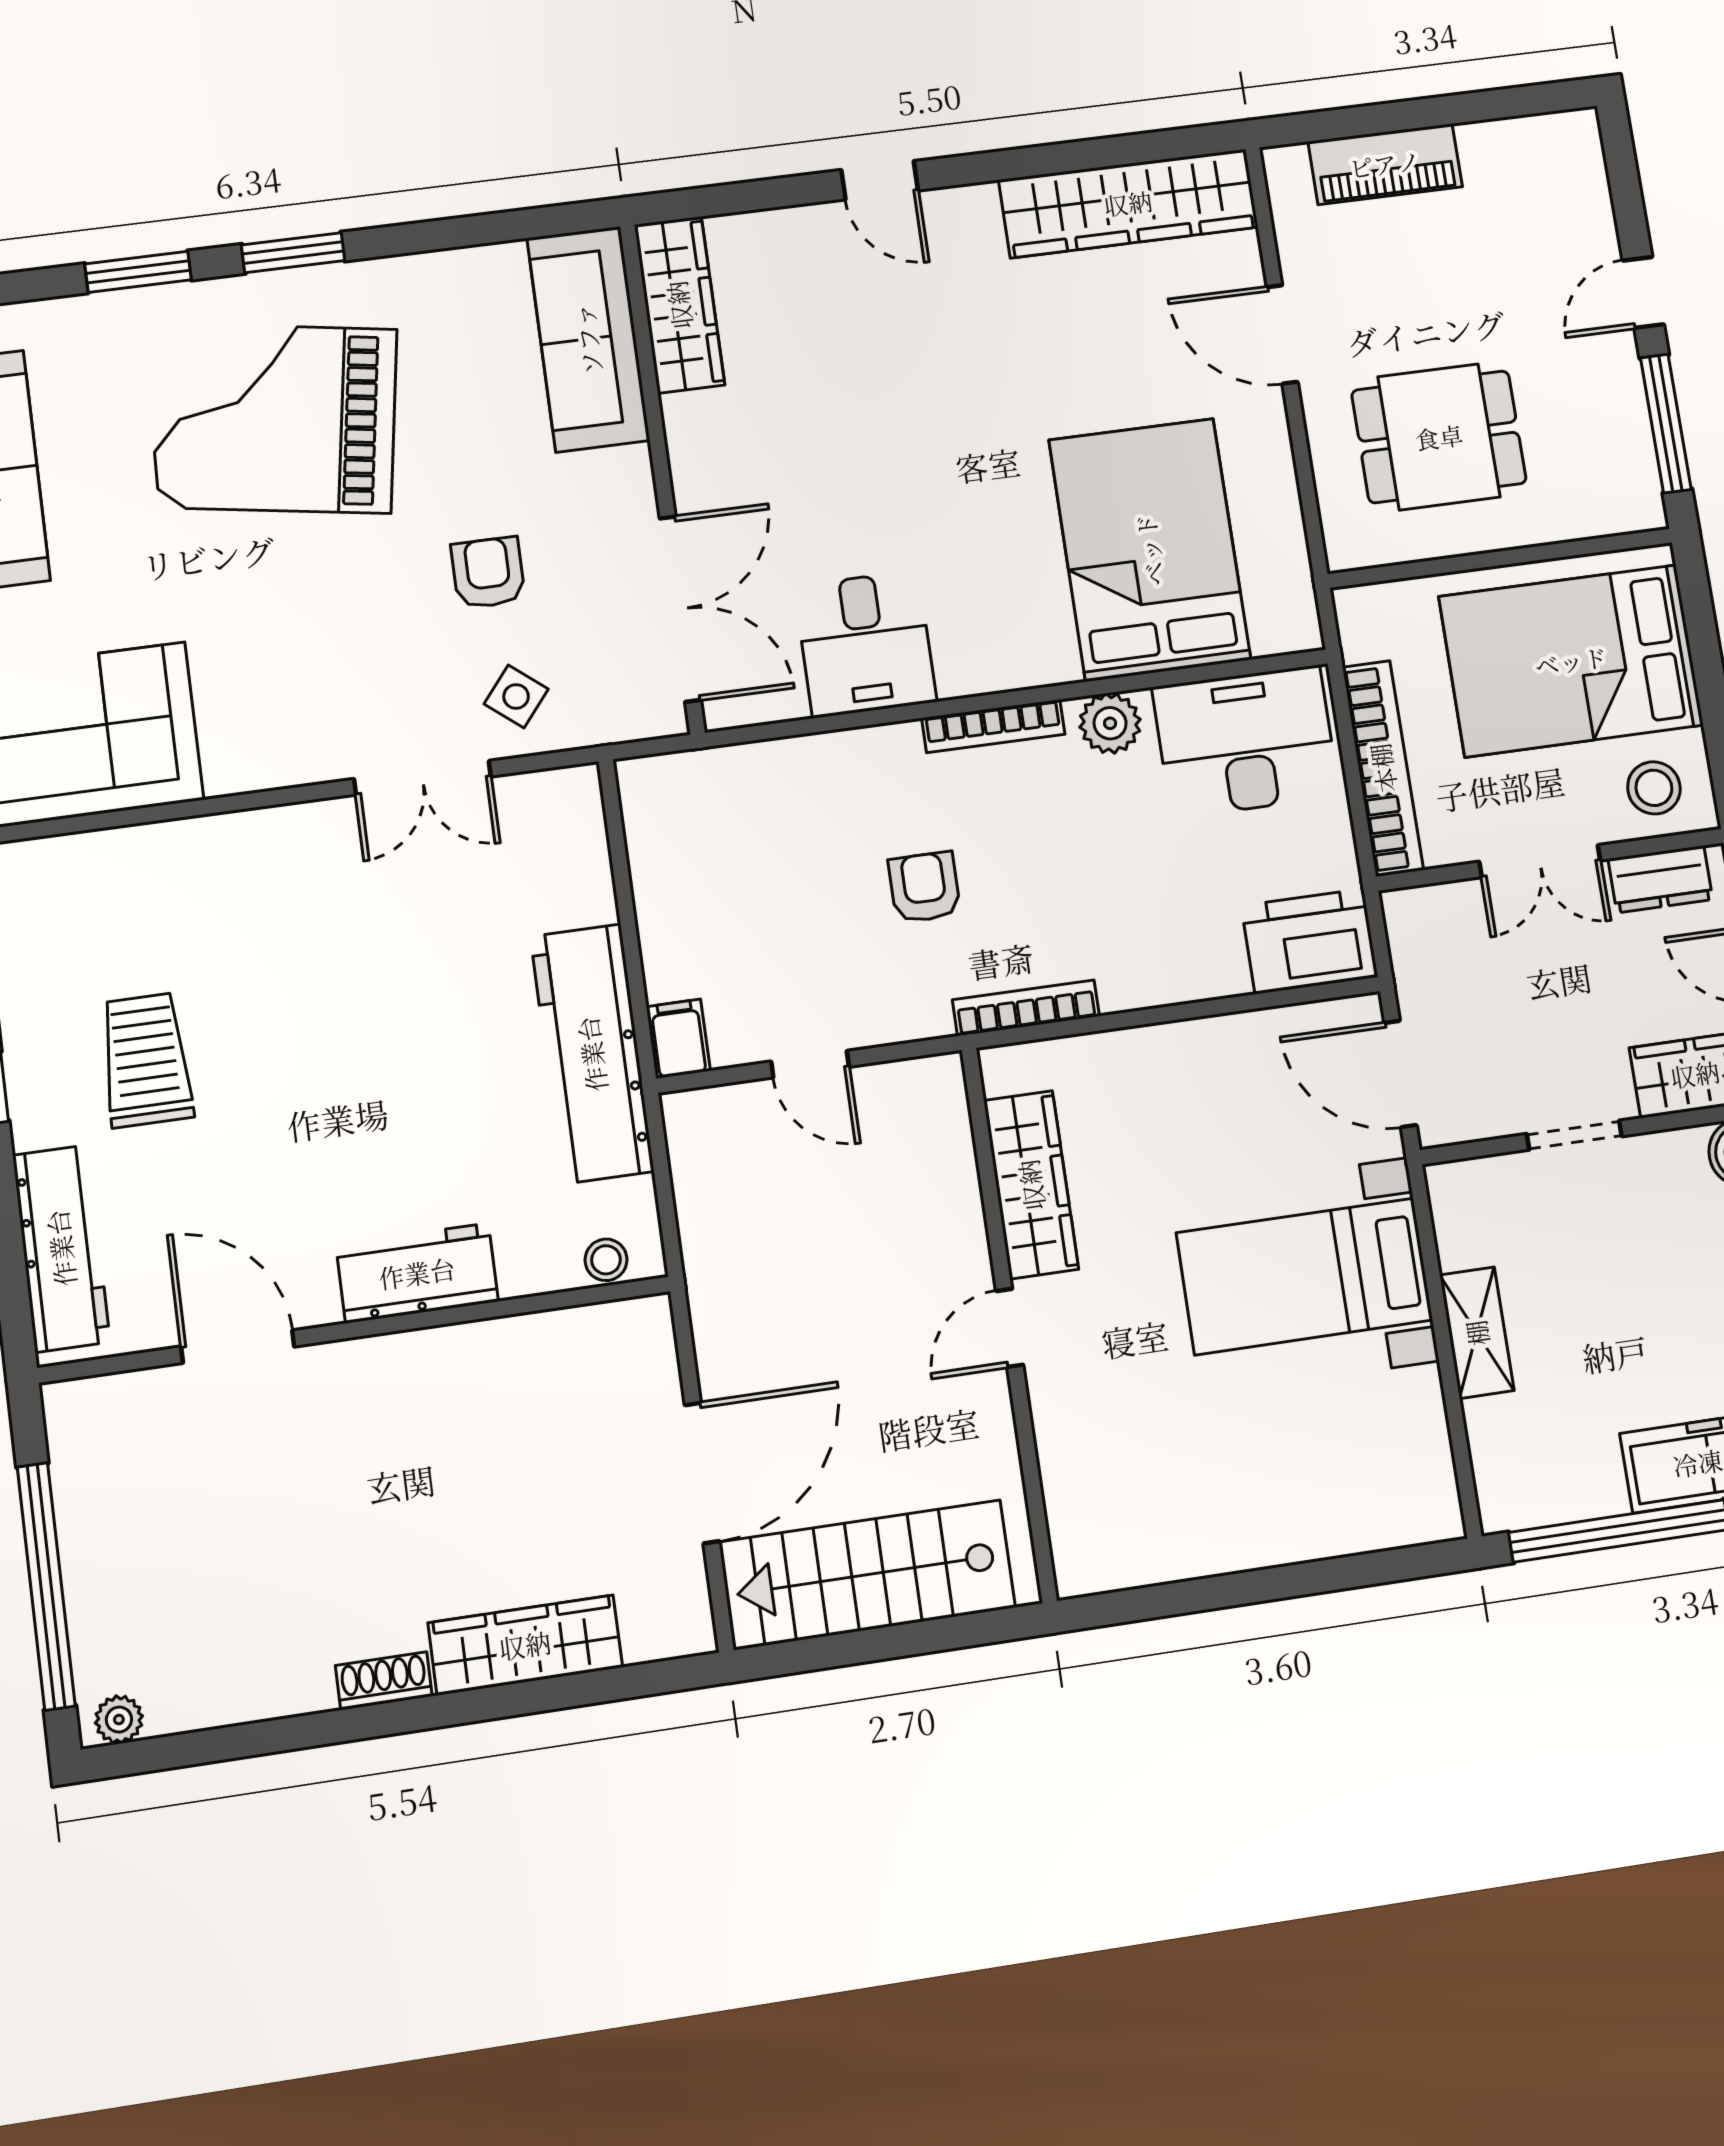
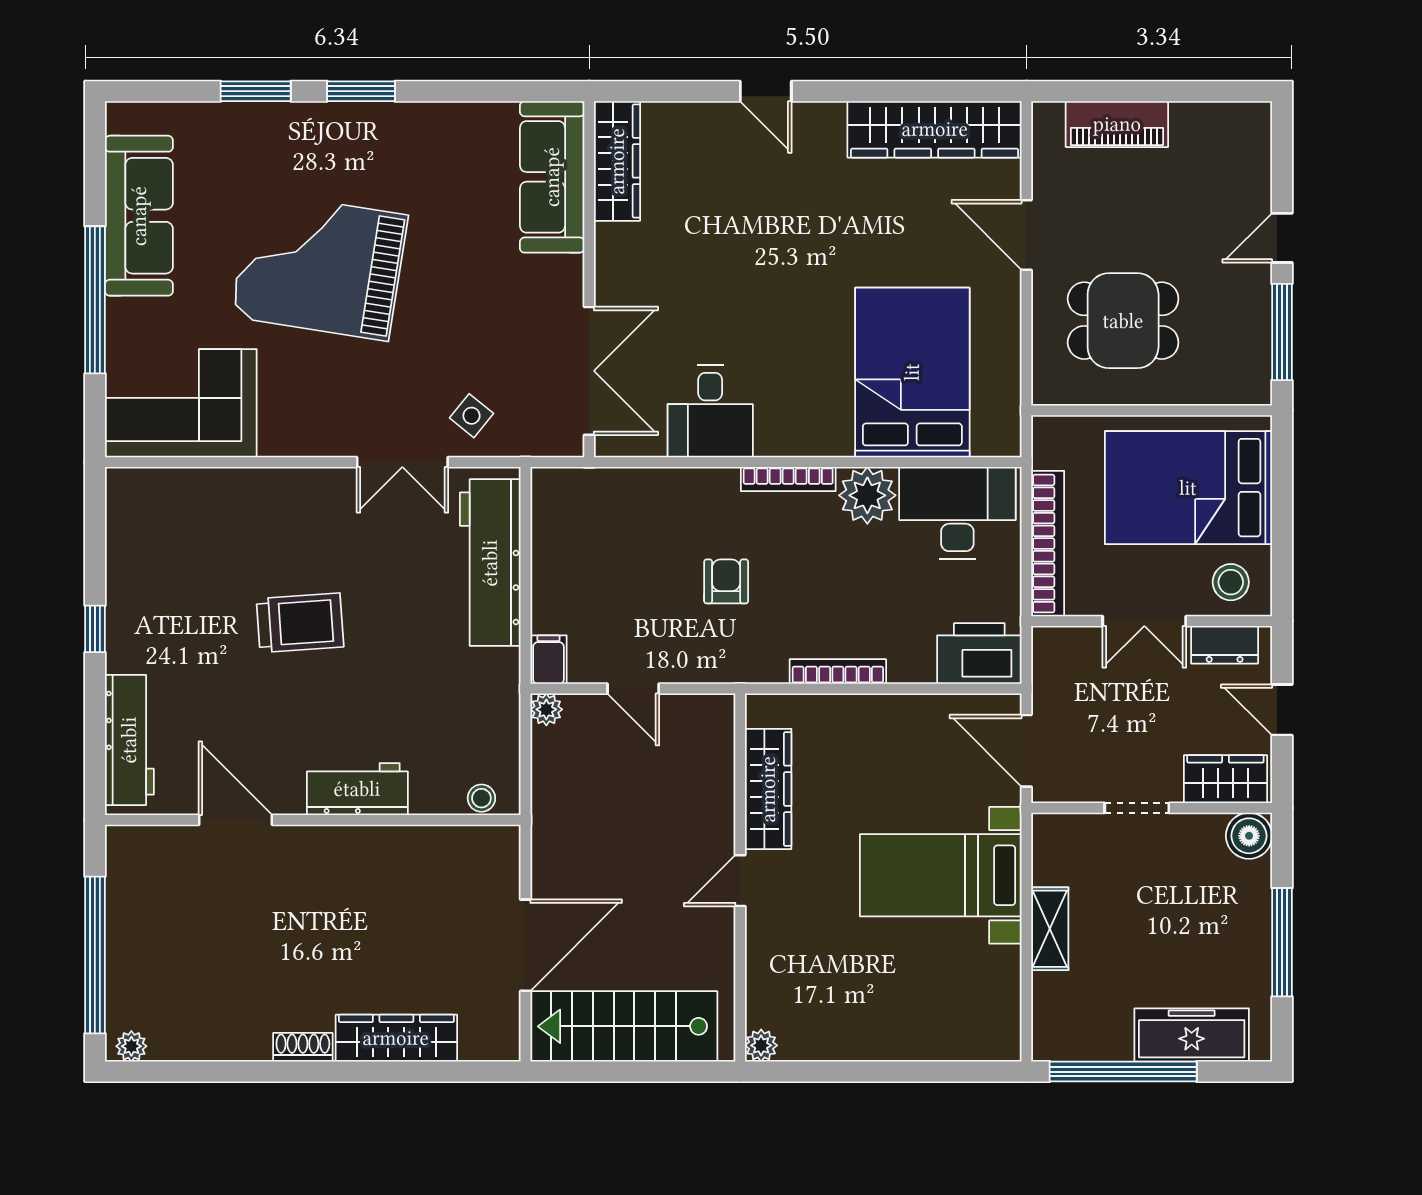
grand piano: (275, 418) -> (319, 266), moved
armchair: (488, 573) -> (464, 329), removed
plant: (1110, 723) -> (867, 495), width x1.36, depth x1.36
bookcase: (1026, 1008) -> (838, 672), moved
workbench: (592, 1054) -> (490, 563), moved
trolley: (146, 1060) -> (300, 623), moved, turned 86
plant: (685, 1113) -> (546, 709), added
plant: (1077, 1573) -> (761, 1045), added

